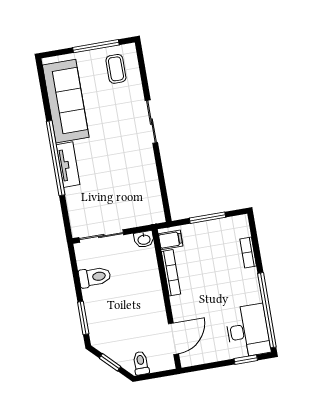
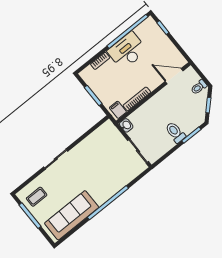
tv unit: (68, 165) -> (108, 193), removed
toilet: (95, 277) -> (175, 132), moved
desk: (248, 331) -> (127, 51), moved

